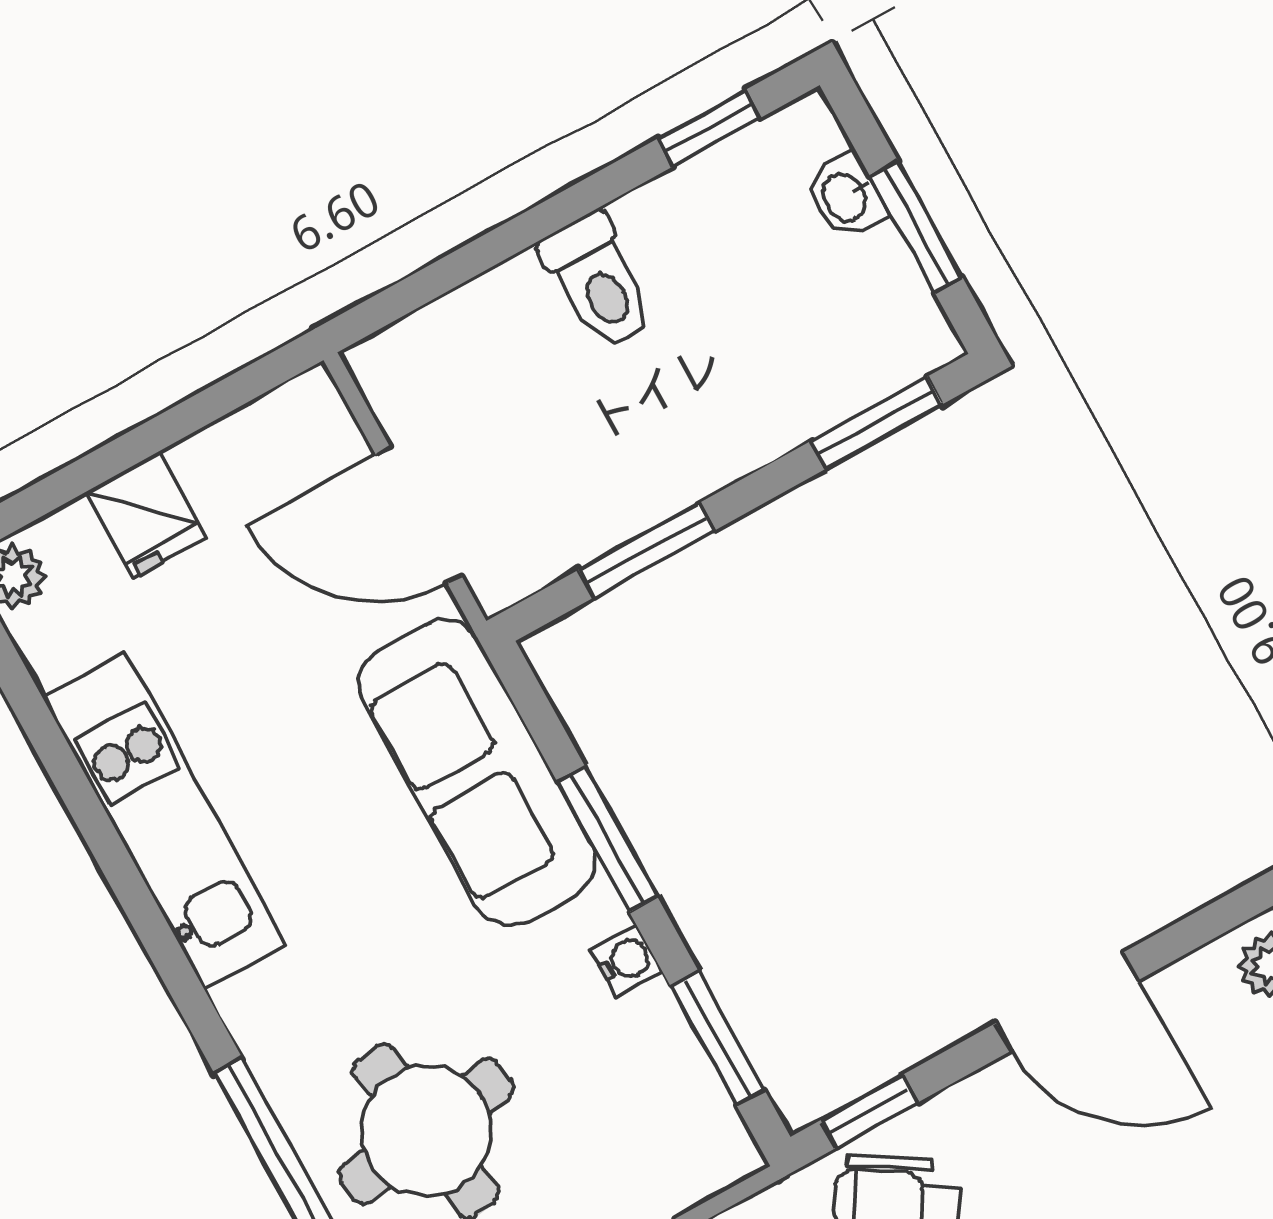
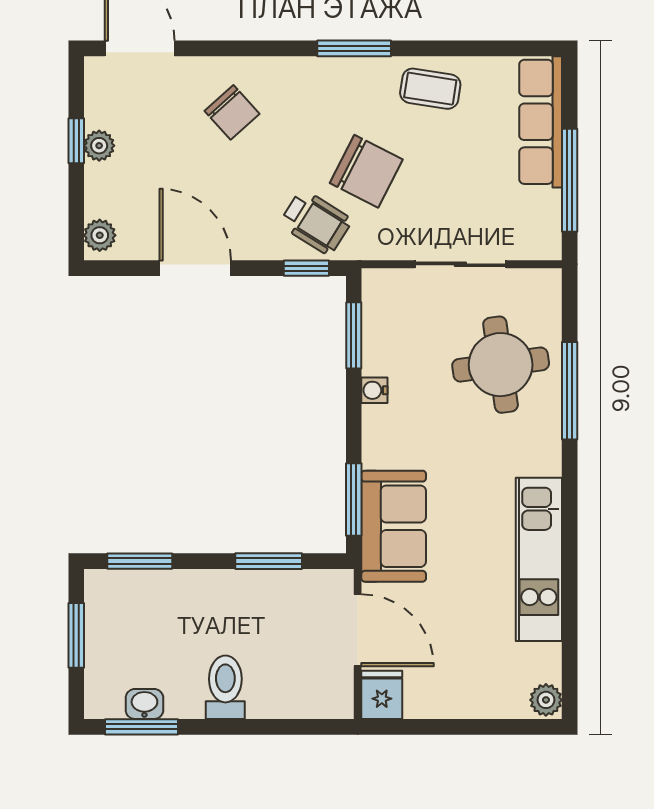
window: (709, 128) -> (142, 727), width x1.50
washbasin: (846, 196) -> (144, 704), moved, turned -90
fridge: (146, 515) -> (382, 695), moved
sofa: (477, 772) -> (394, 526), width x0.73
window: (607, 839) -> (354, 499), moved

